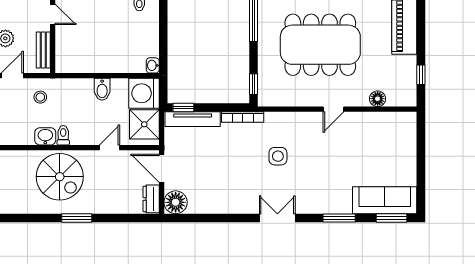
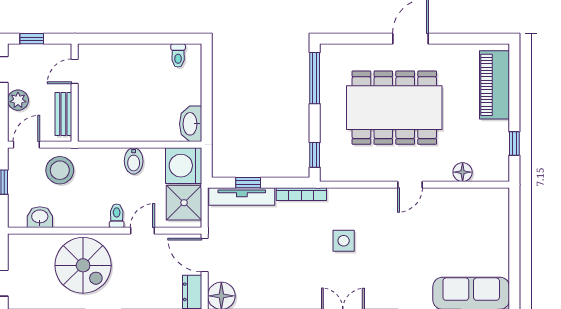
door: (53, 14) -> (75, 71), swing flipped
washbasin: (153, 65) -> (191, 124), width x1.91, depth x1.45
stool: (40, 97) -> (60, 170), width x1.89, depth x1.89
window: (183, 108) -> (248, 183), moved
toilet: (63, 135) -> (117, 216), moved
washbasin: (45, 136) -> (40, 217), moved

